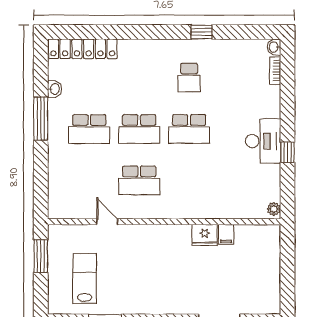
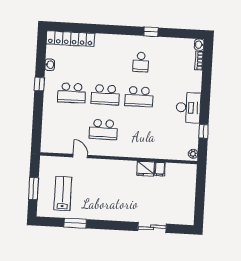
window: (41, 119) -> (39, 84), width x0.46
window: (287, 152) -> (204, 131), moved
window: (41, 256) -> (33, 189), moved

